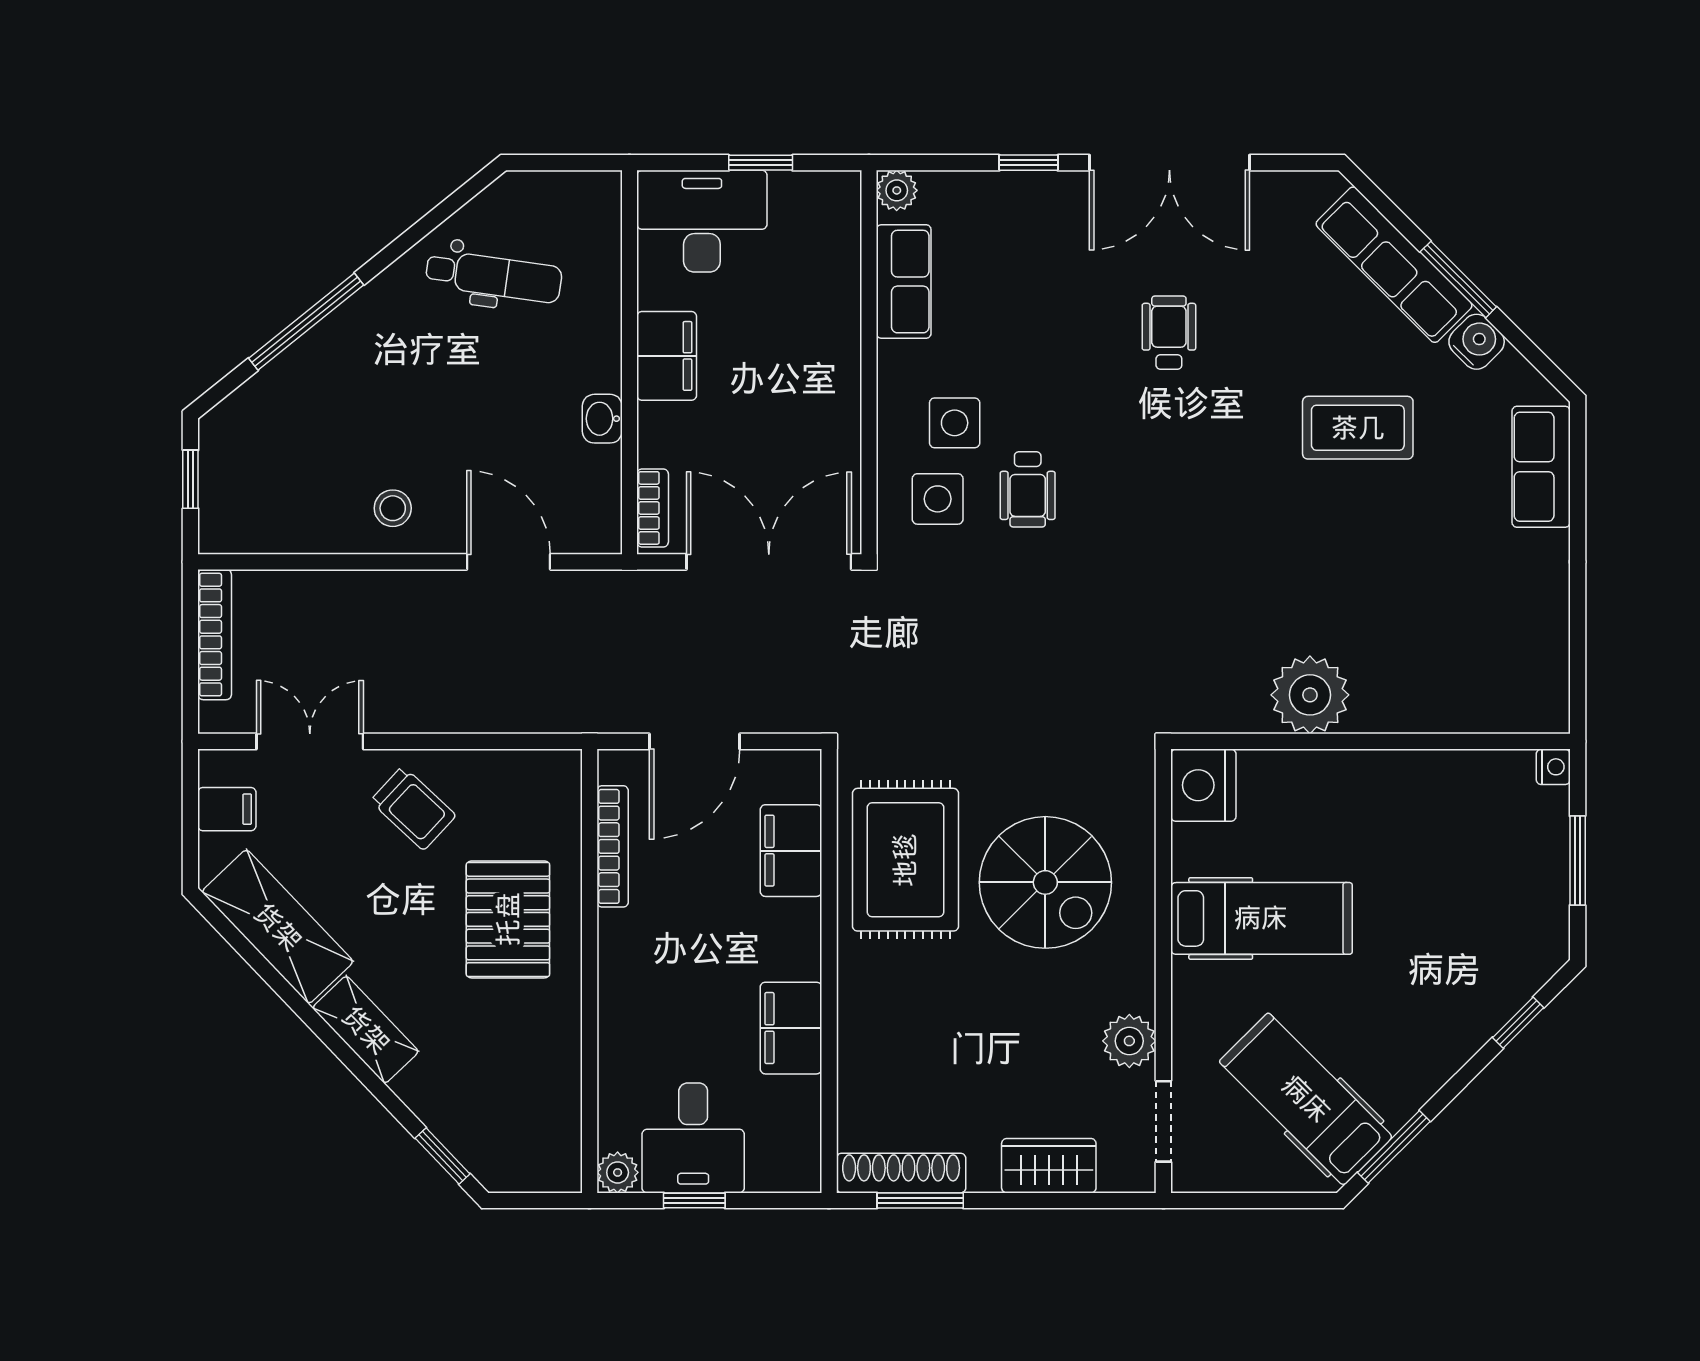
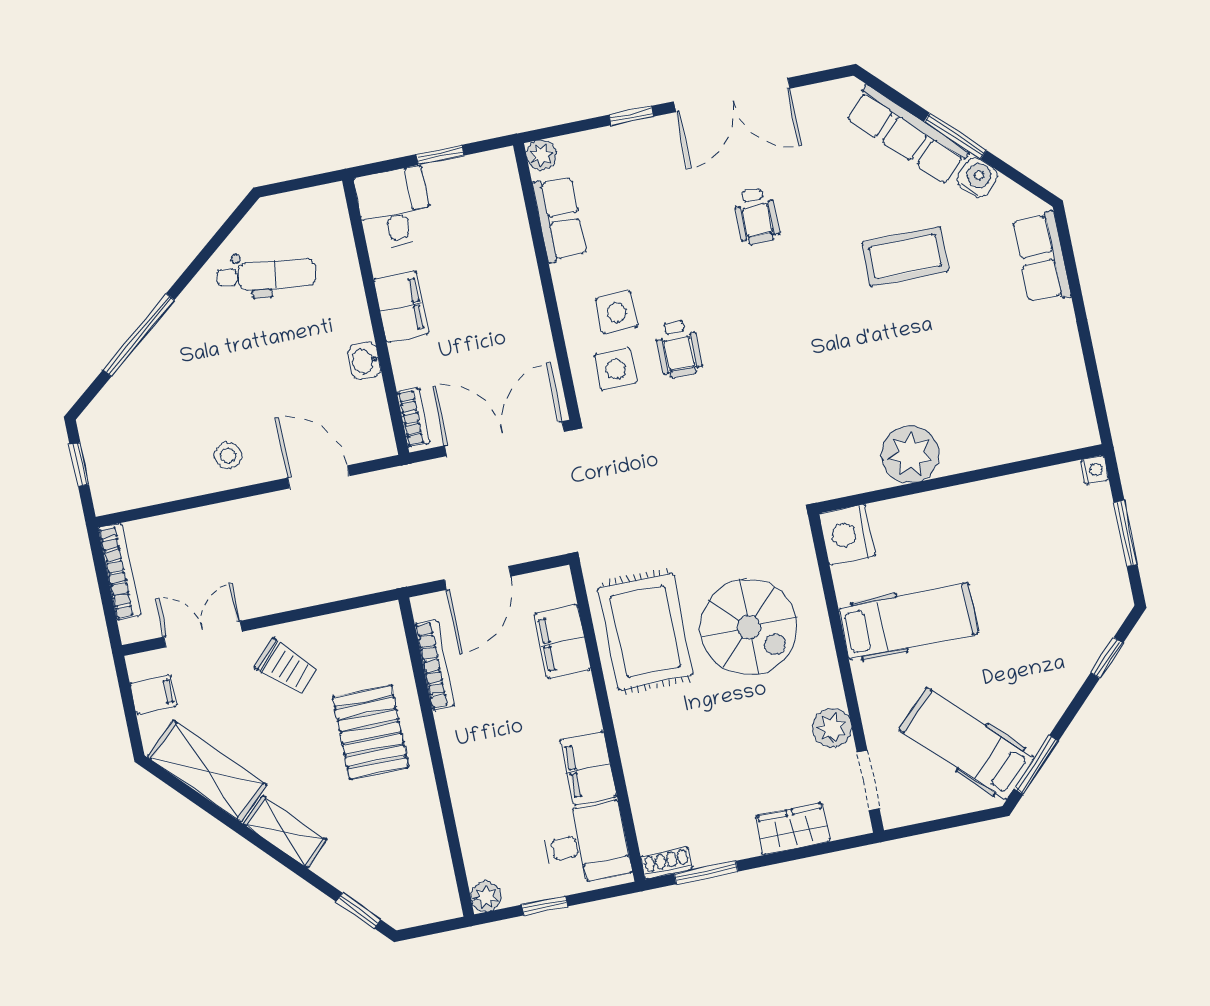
desk: (702, 221) -> (394, 208), width x0.73
wheelchair: (1169, 333) -> (756, 216), turned 180
desk: (693, 1138) -> (586, 844), moved, turned -90
shoe rack: (901, 1173) -> (667, 863), width x0.51, depth x0.81

